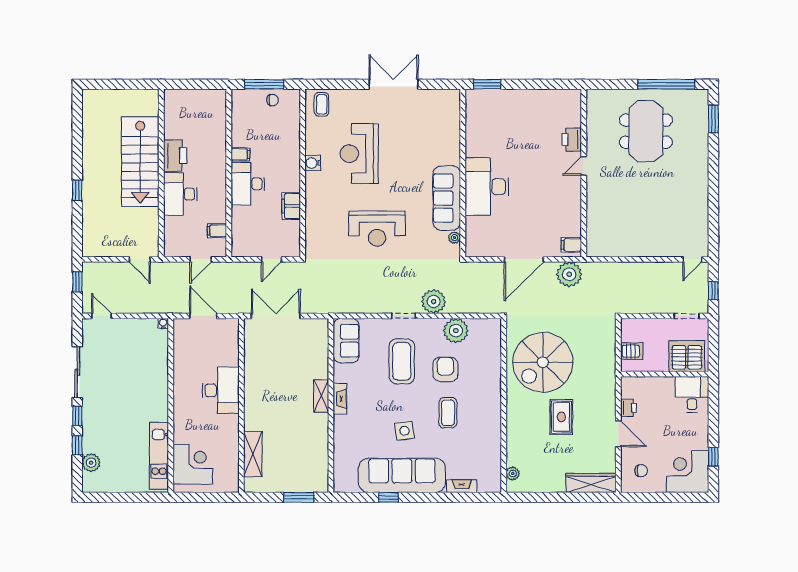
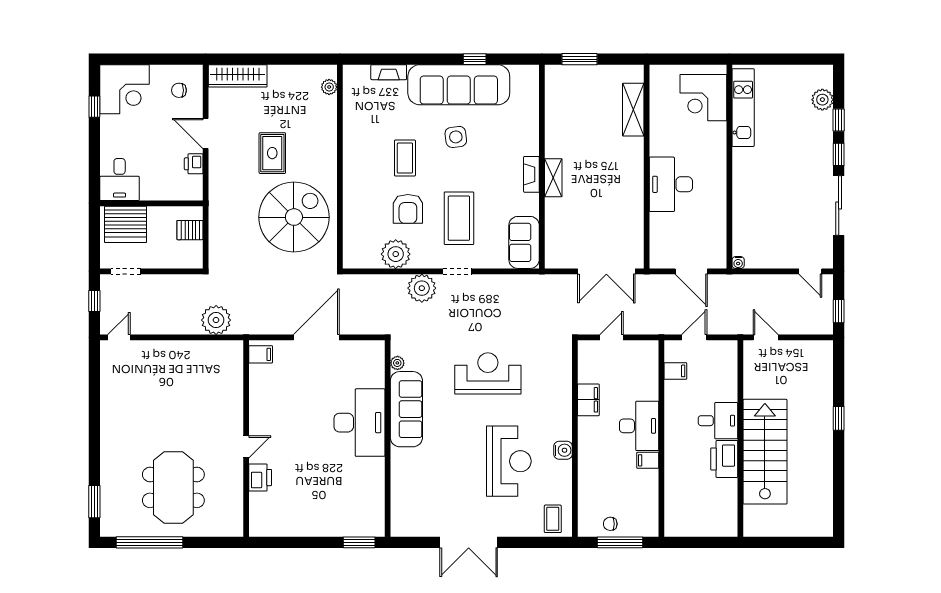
desk: (180, 194) -> (718, 421), width x0.73
plant: (569, 274) -> (216, 320), moved

